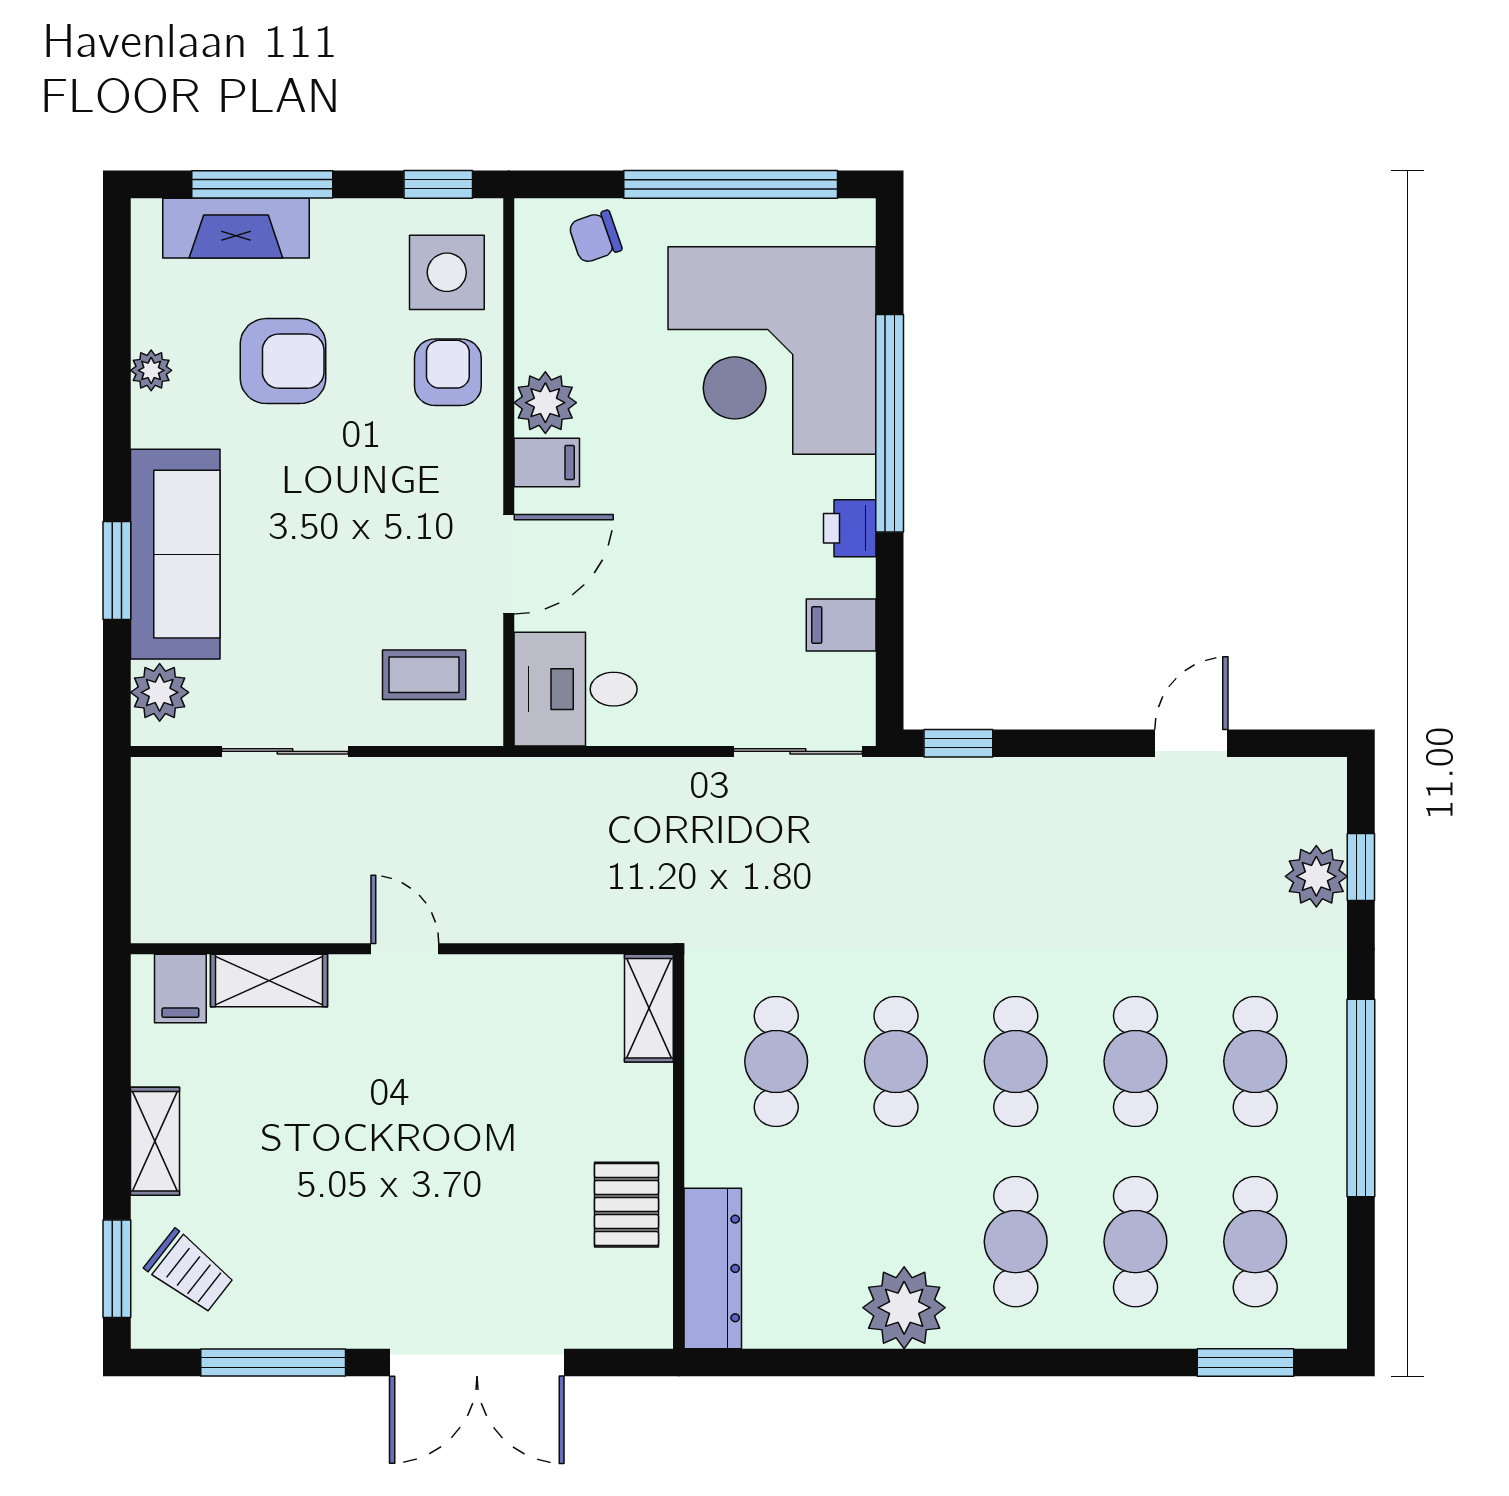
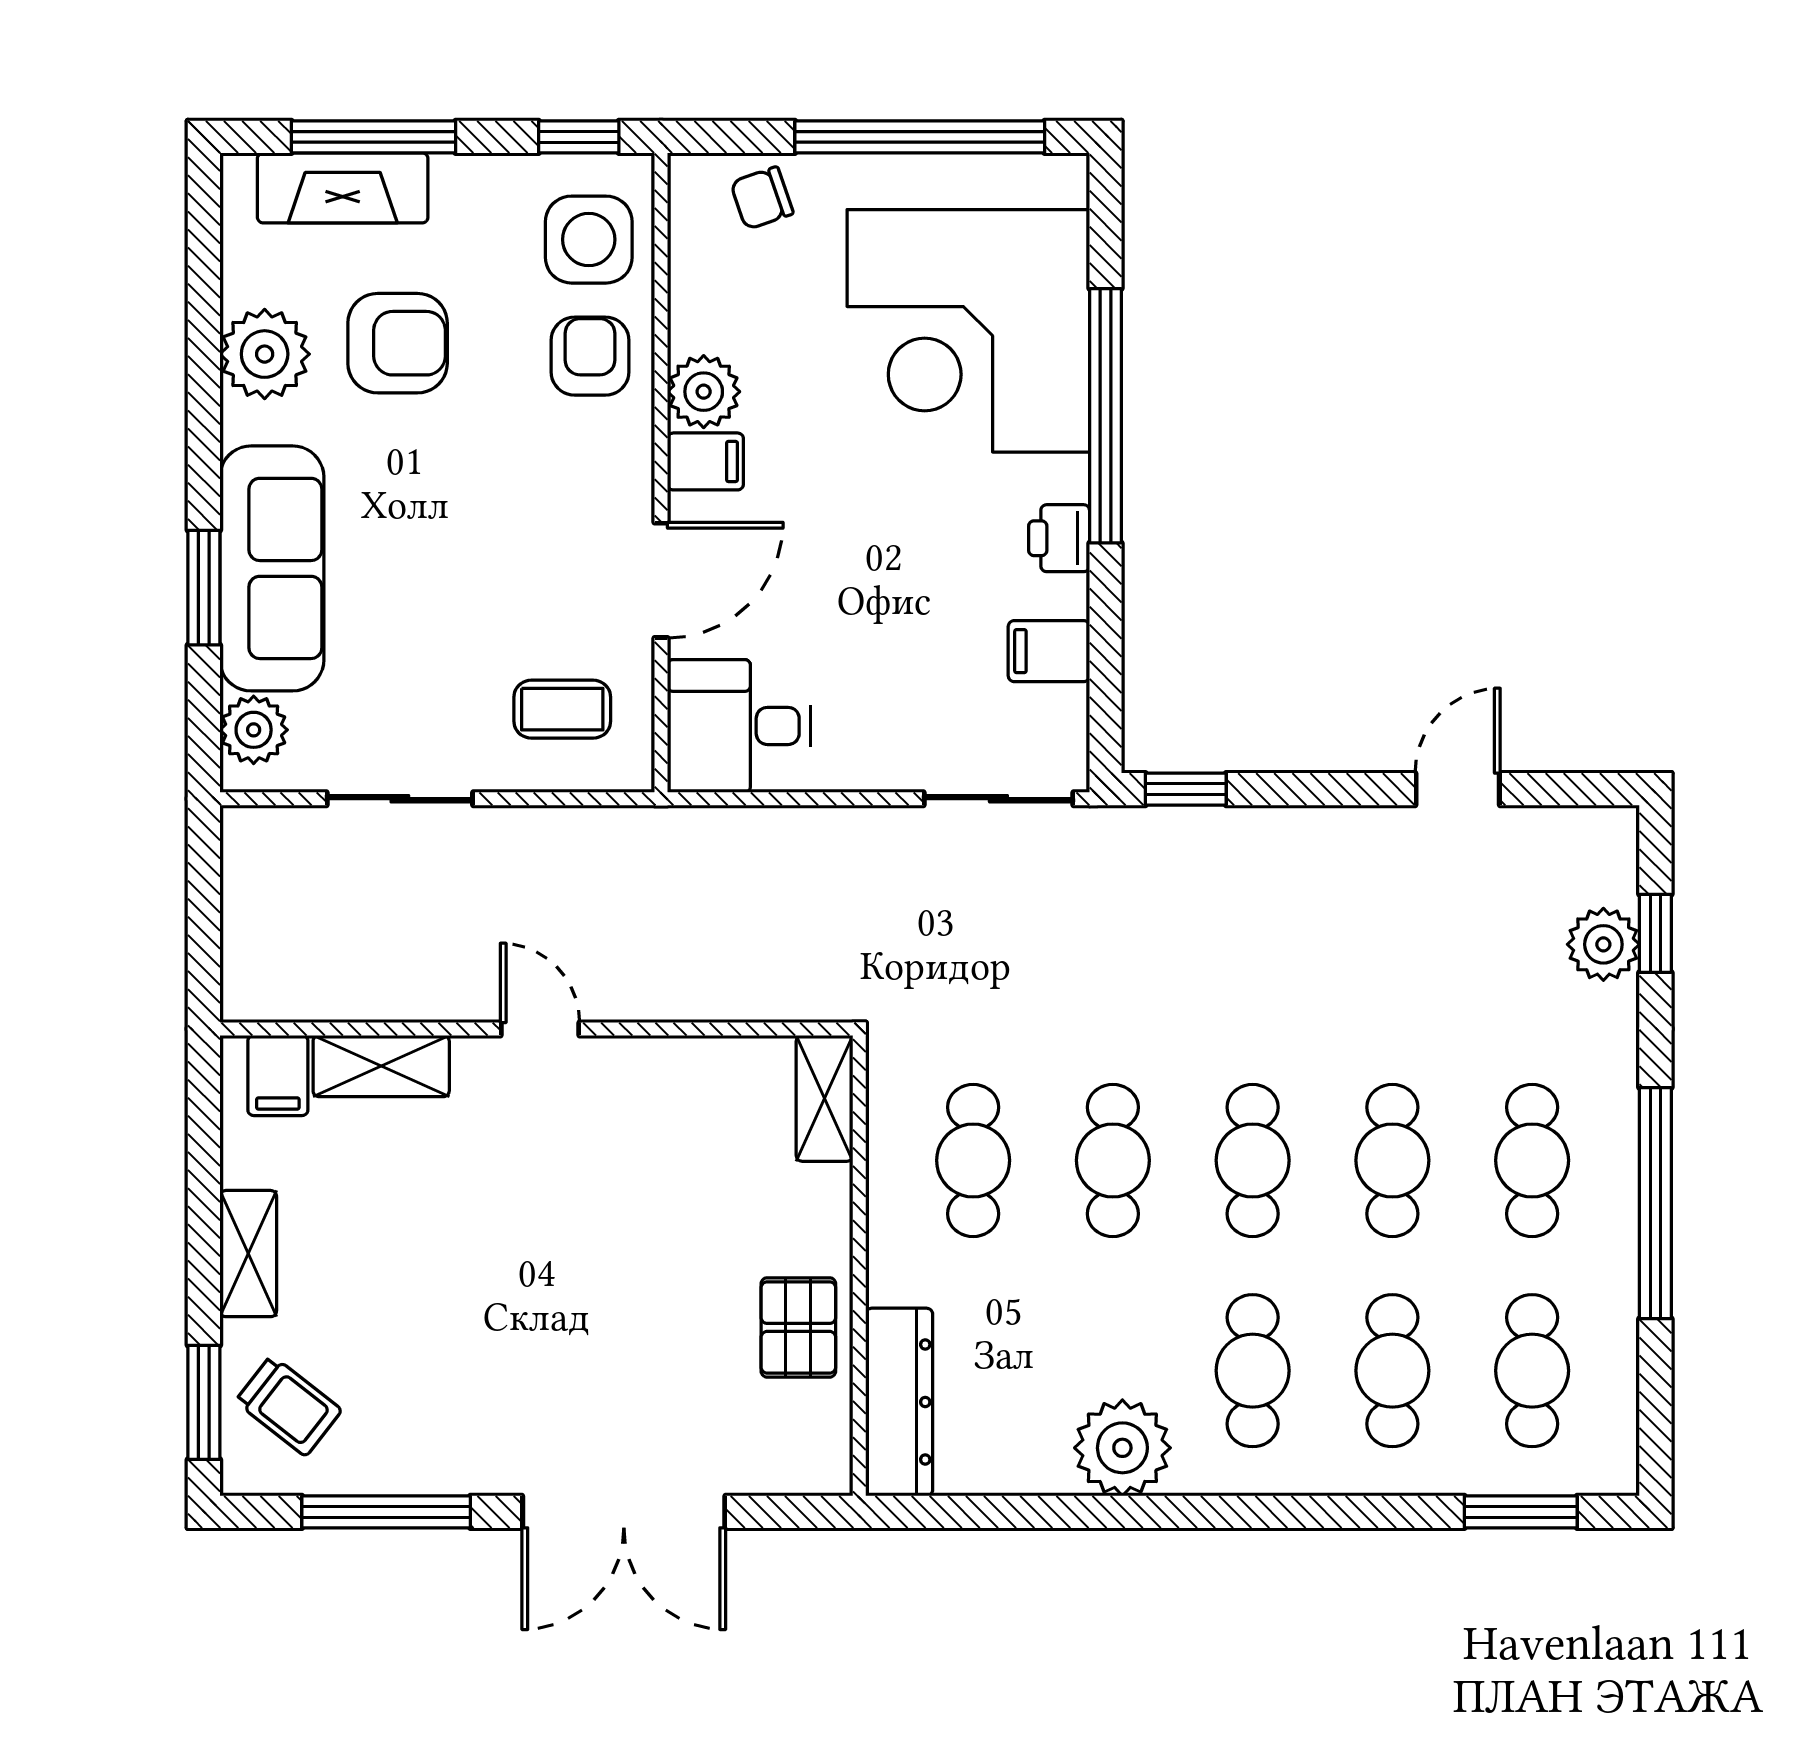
plant: (151, 370) -> (265, 354), width x1.87, depth x1.87

